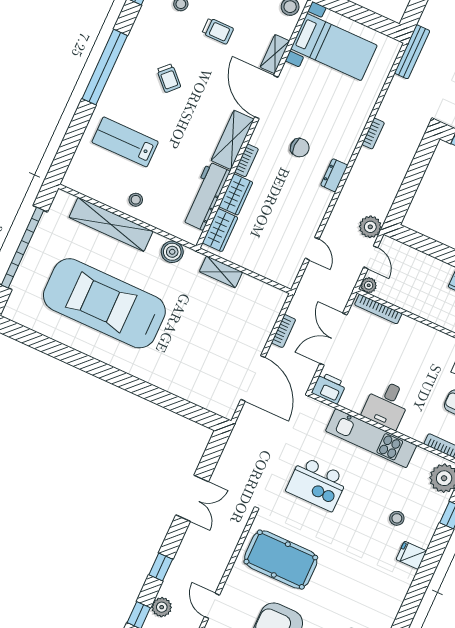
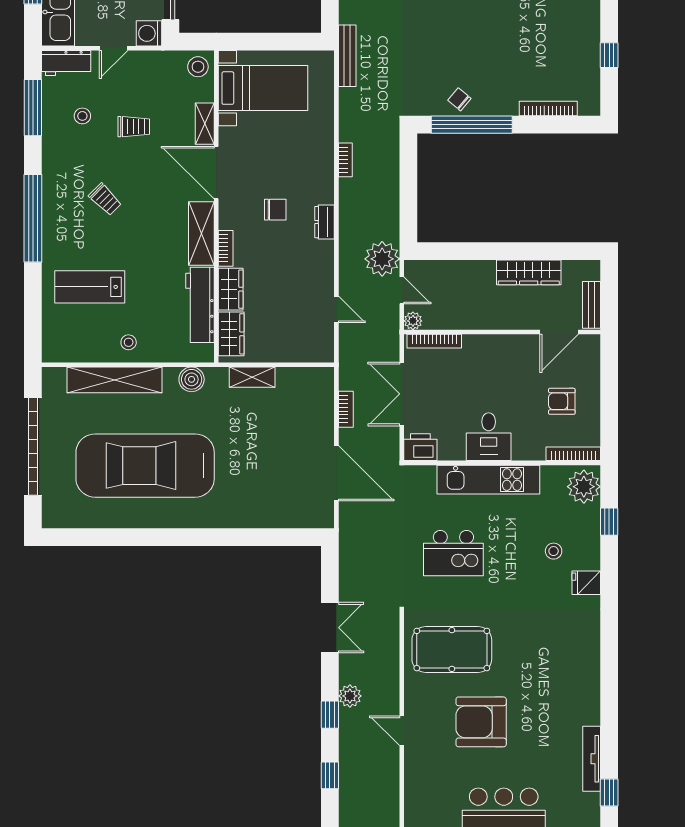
plant: (370, 227) -> (382, 259), width x1.36, depth x1.36
plant: (162, 607) -> (350, 696), moved

